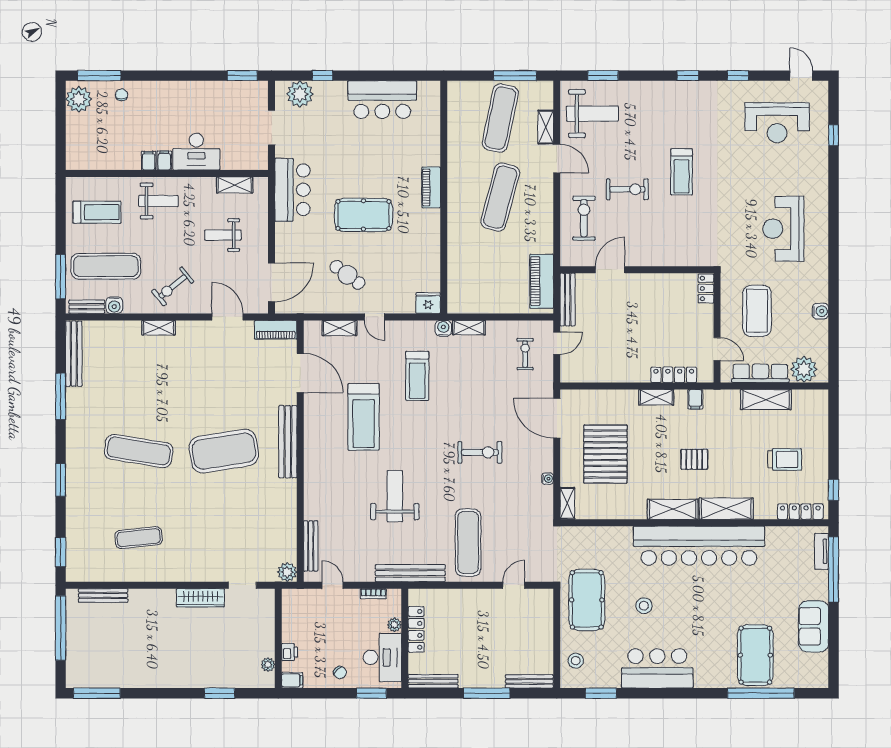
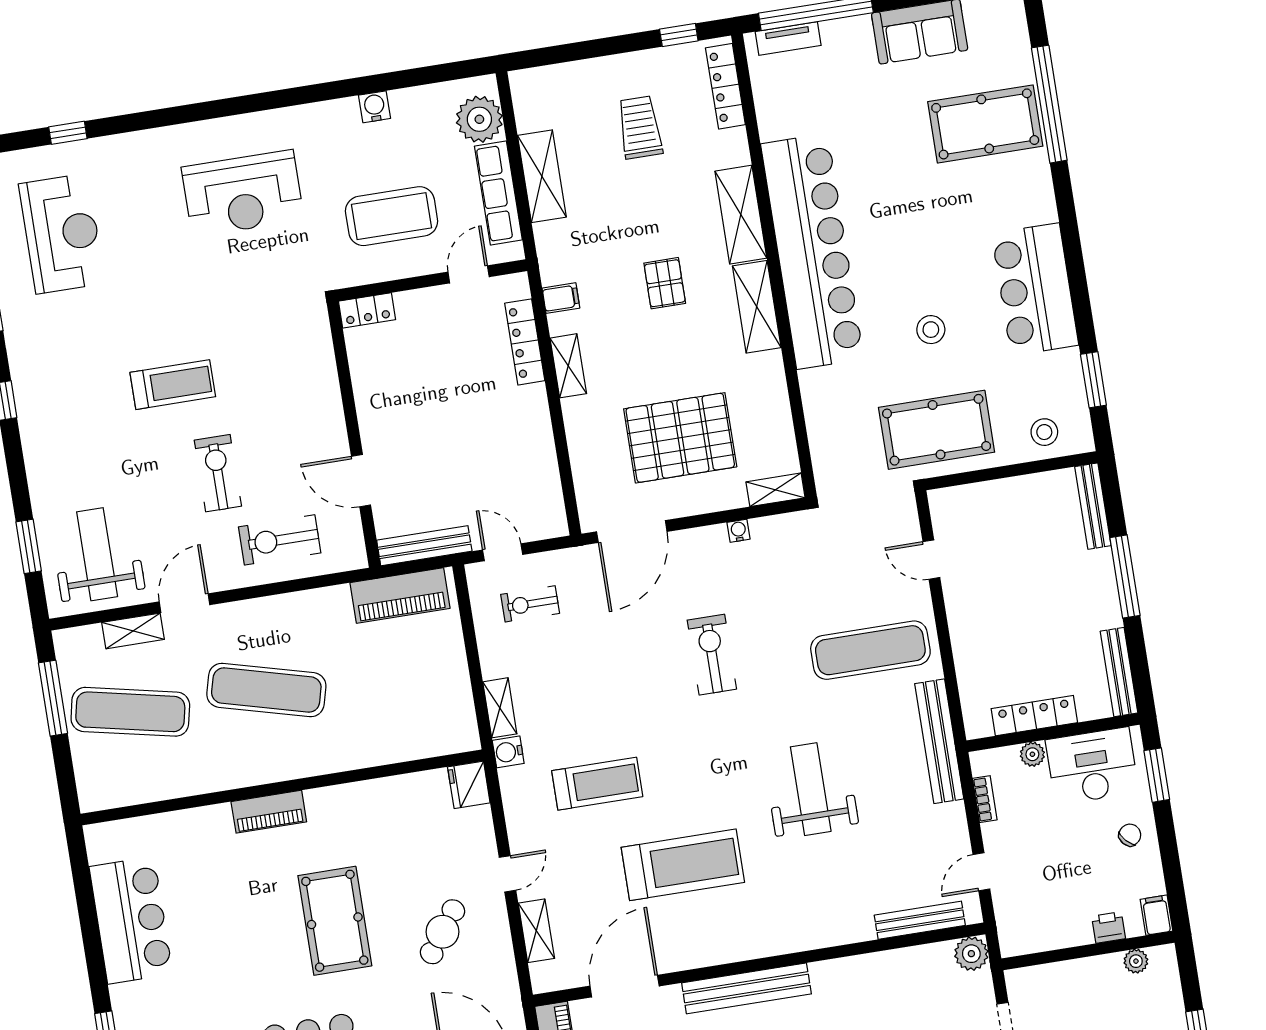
weight bench: (395, 496) -> (811, 789), turned 90

